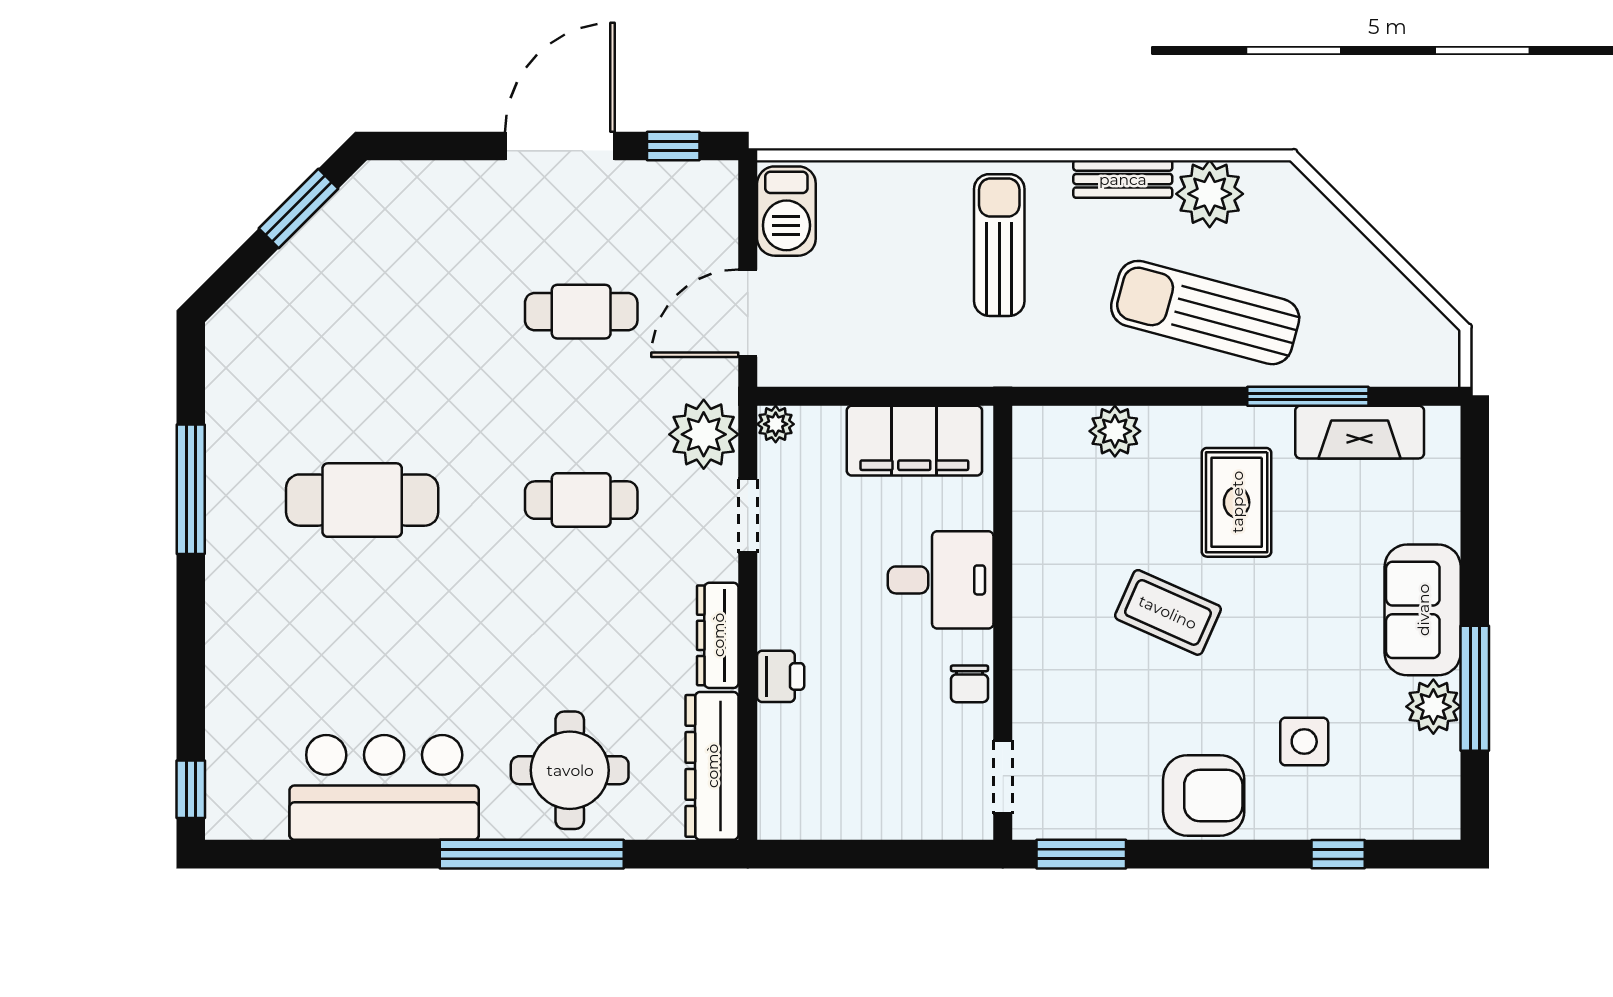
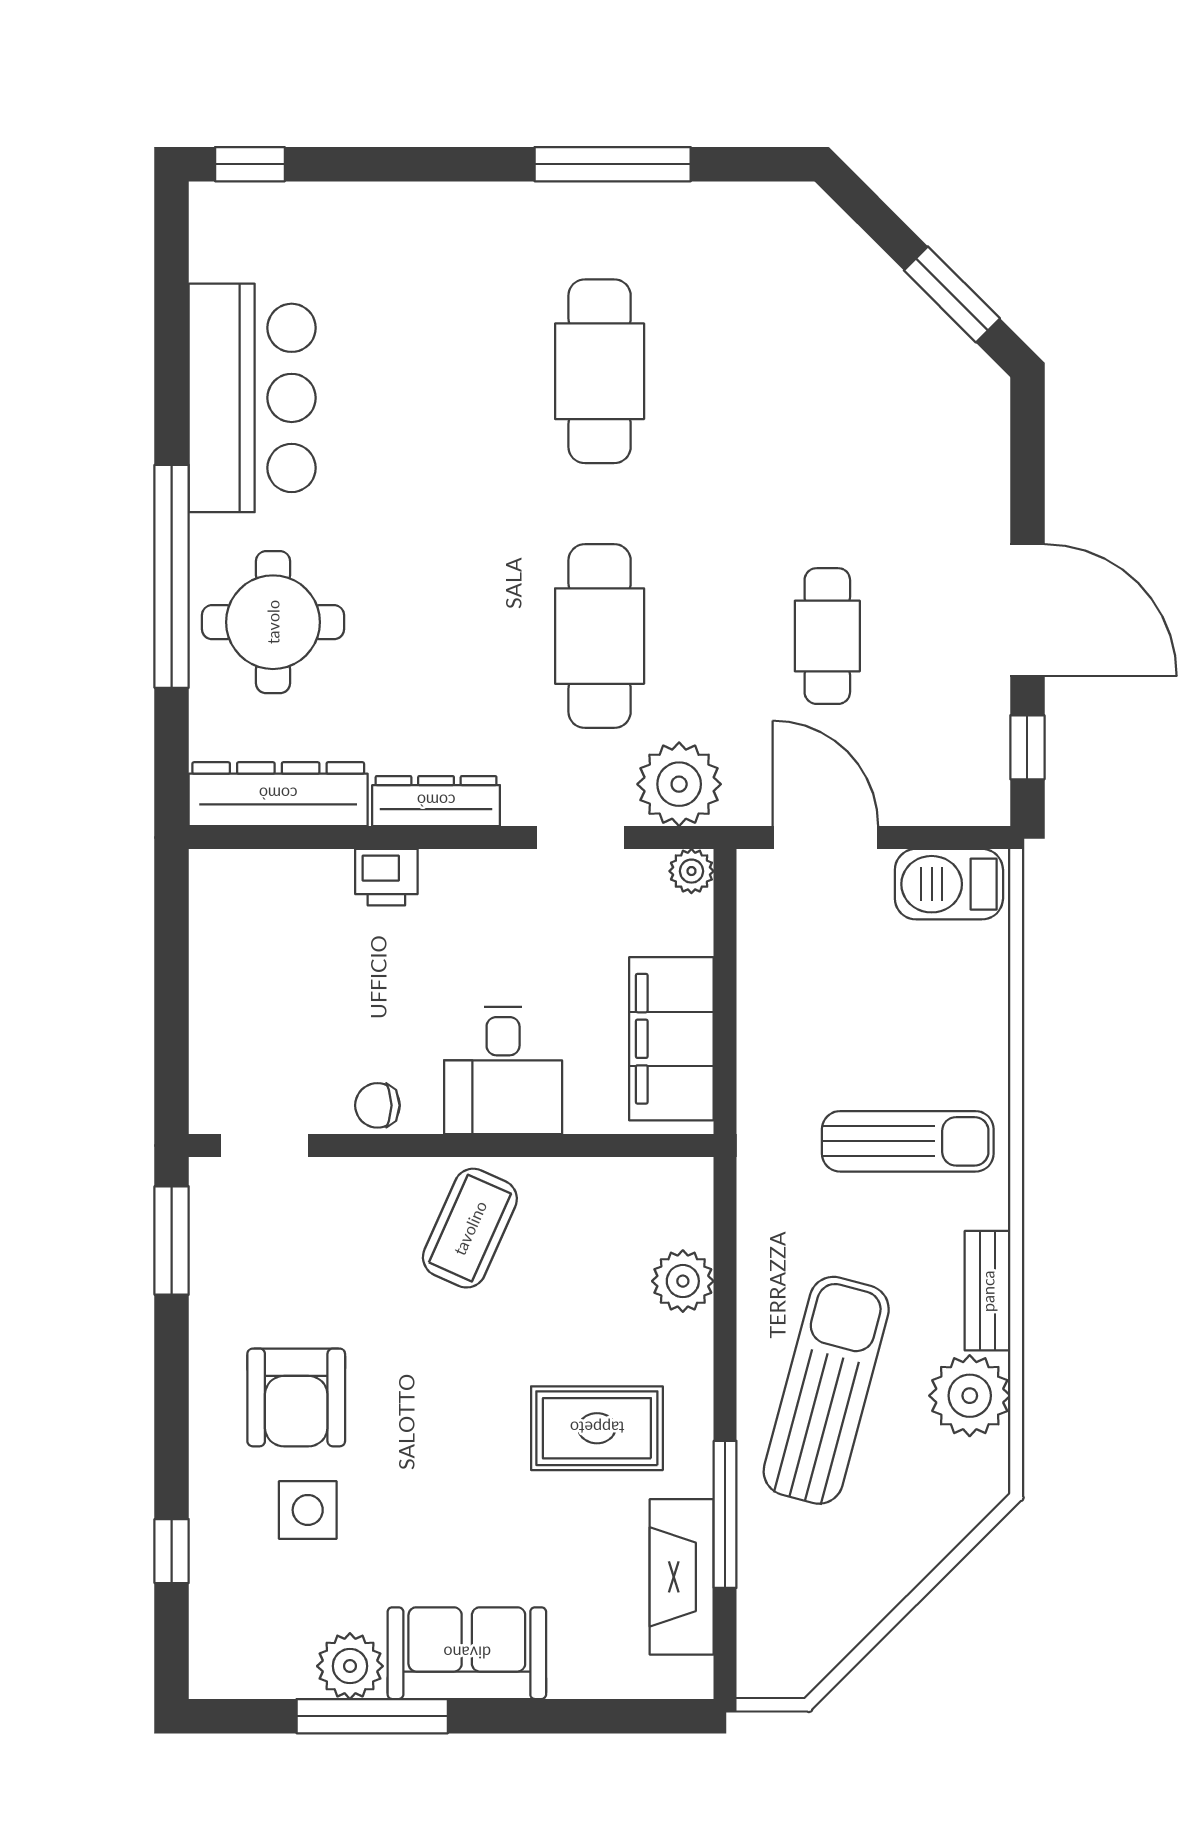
cafe table: (581, 500) -> (600, 636), width x1.37, depth x1.35
coffee table: (1168, 612) -> (470, 1228), moved
armchair: (1204, 795) -> (296, 1397), moved

